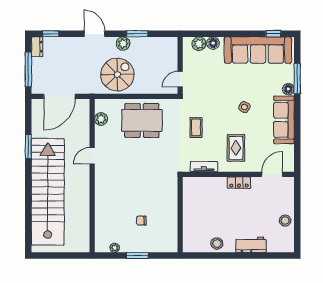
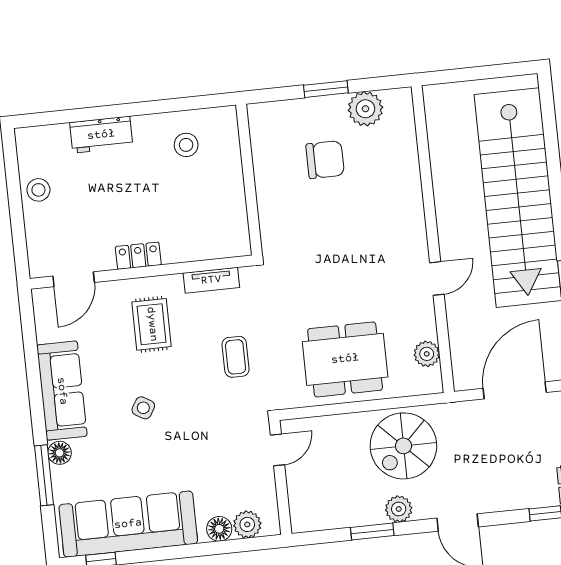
chair: (141, 221) -> (325, 160), width x1.87, depth x1.87
stool: (217, 243) -> (186, 145), moved
plant: (115, 248) -> (365, 109), width x1.88, depth x1.88

